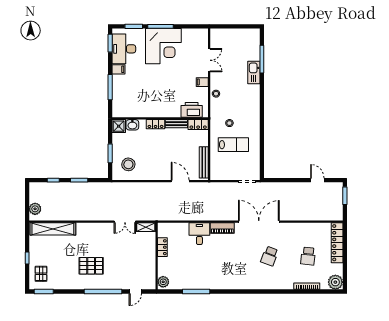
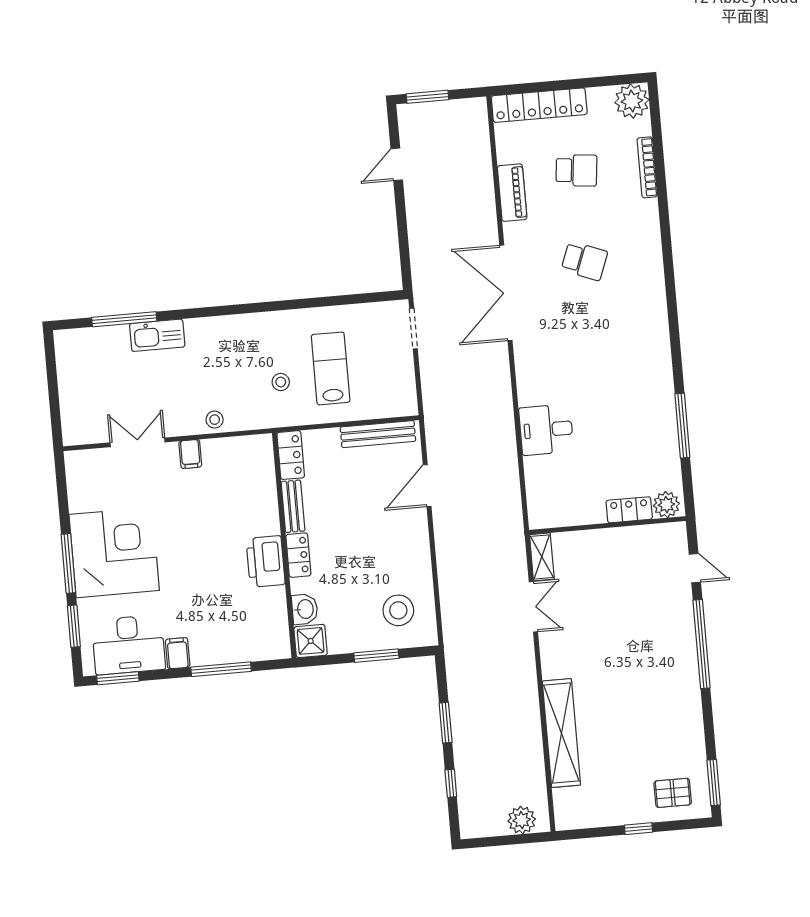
printer: (192, 110) -> (266, 561), moved
piano: (222, 228) -> (512, 193), moved
shelving: (53, 229) -> (561, 733), moved
locker: (162, 247) -> (629, 510), moved
pallet: (91, 266) -> (644, 677), removed

